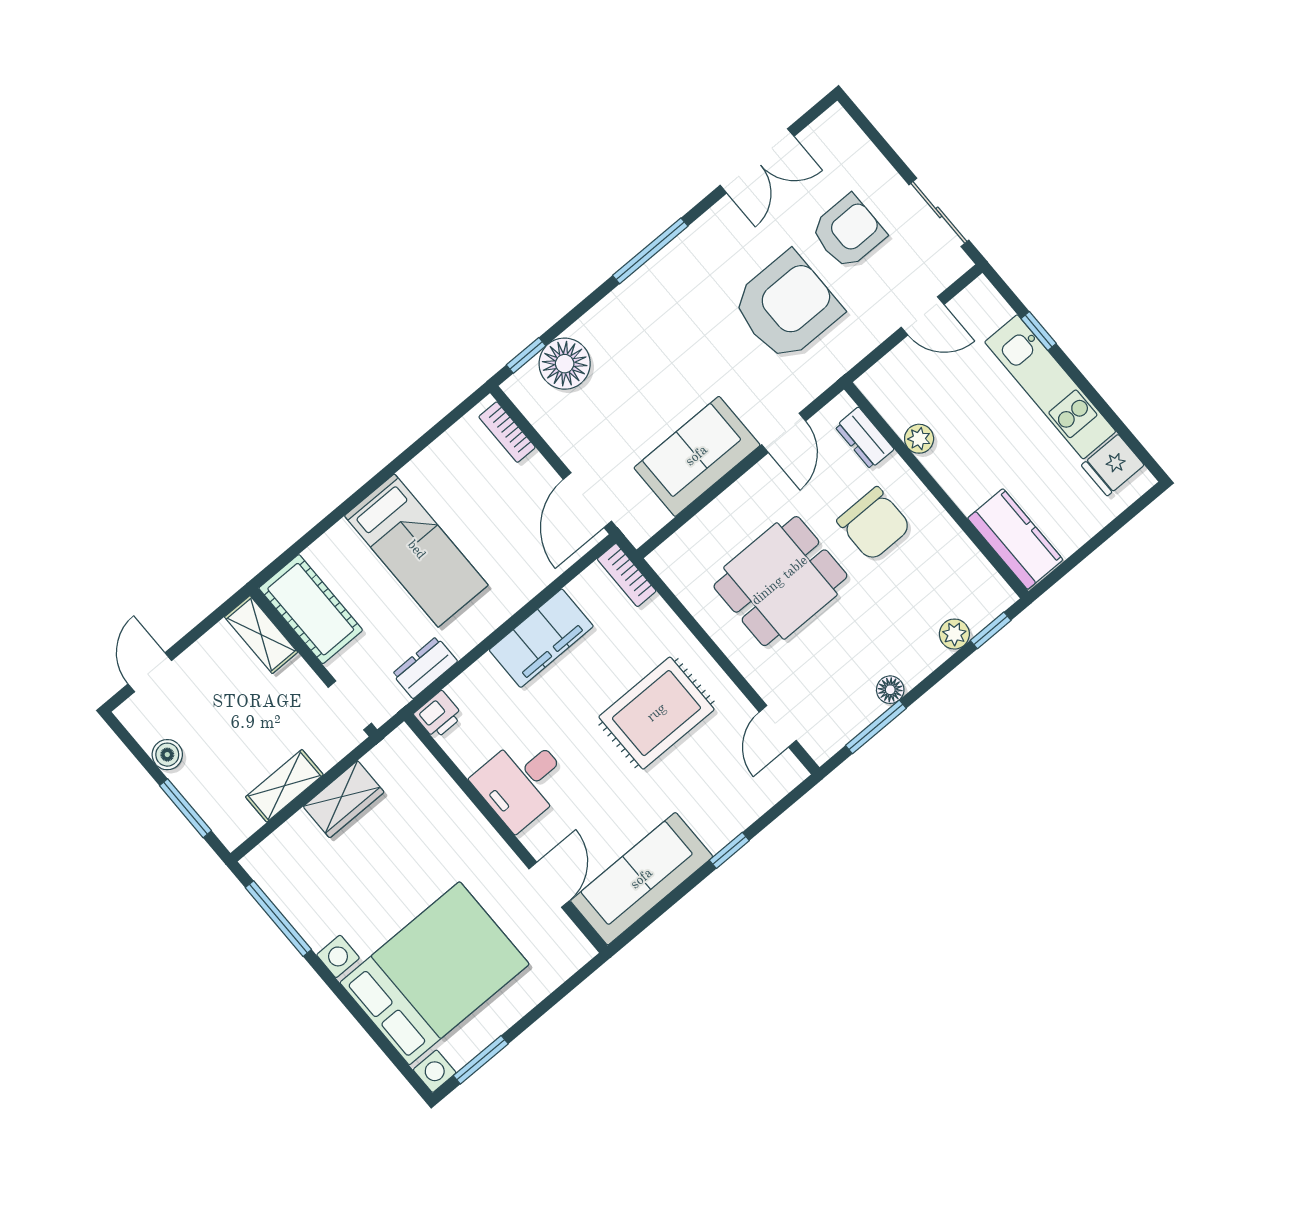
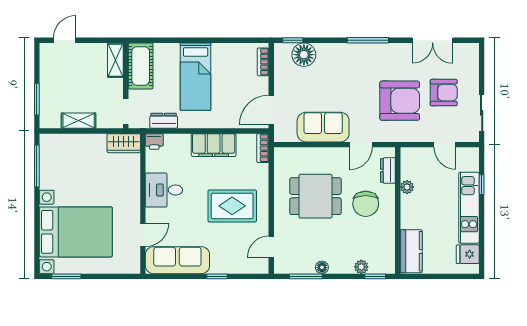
boiler: (167, 755) -> (46, 75), removed
wardrobe: (344, 799) -> (124, 143), moved

